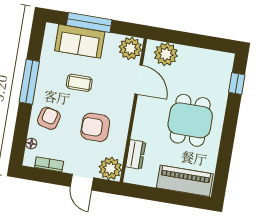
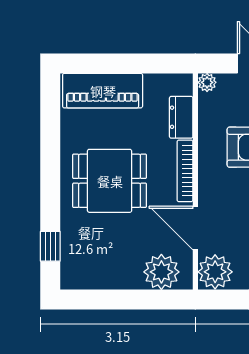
bookcase: (139, 119) -> (185, 171), added
dining table: (190, 120) -> (110, 181), turned 90
plant: (110, 168) -> (207, 82), width x0.53, depth x0.53

